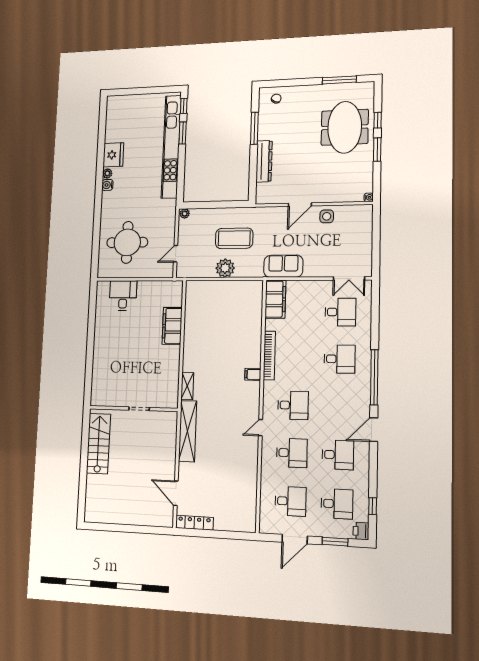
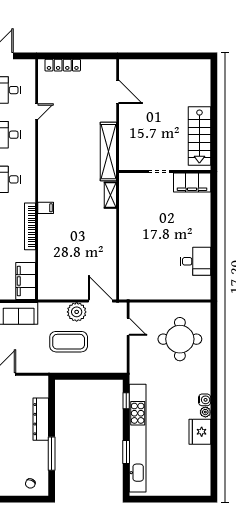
window: (184, 106) -> (126, 401), moved
plant: (185, 214) -> (120, 368), removed
door: (176, 254) -> (128, 327), hinge flipped
door: (201, 279) -> (100, 301), added
desk: (123, 296) -> (195, 261), moved, turned -90
filing cabinet: (172, 326) -> (192, 182), moved, turned 90
door: (260, 428) -> (37, 112), moved
locker: (194, 523) -> (63, 65), moved

